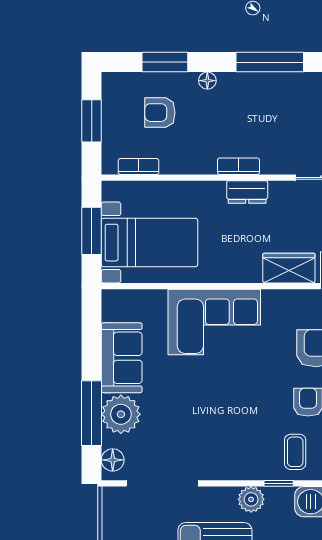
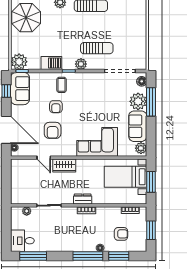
window: (270, 62) -> (88, 256), moved
plant: (115, 308) -> (141, 148), added

